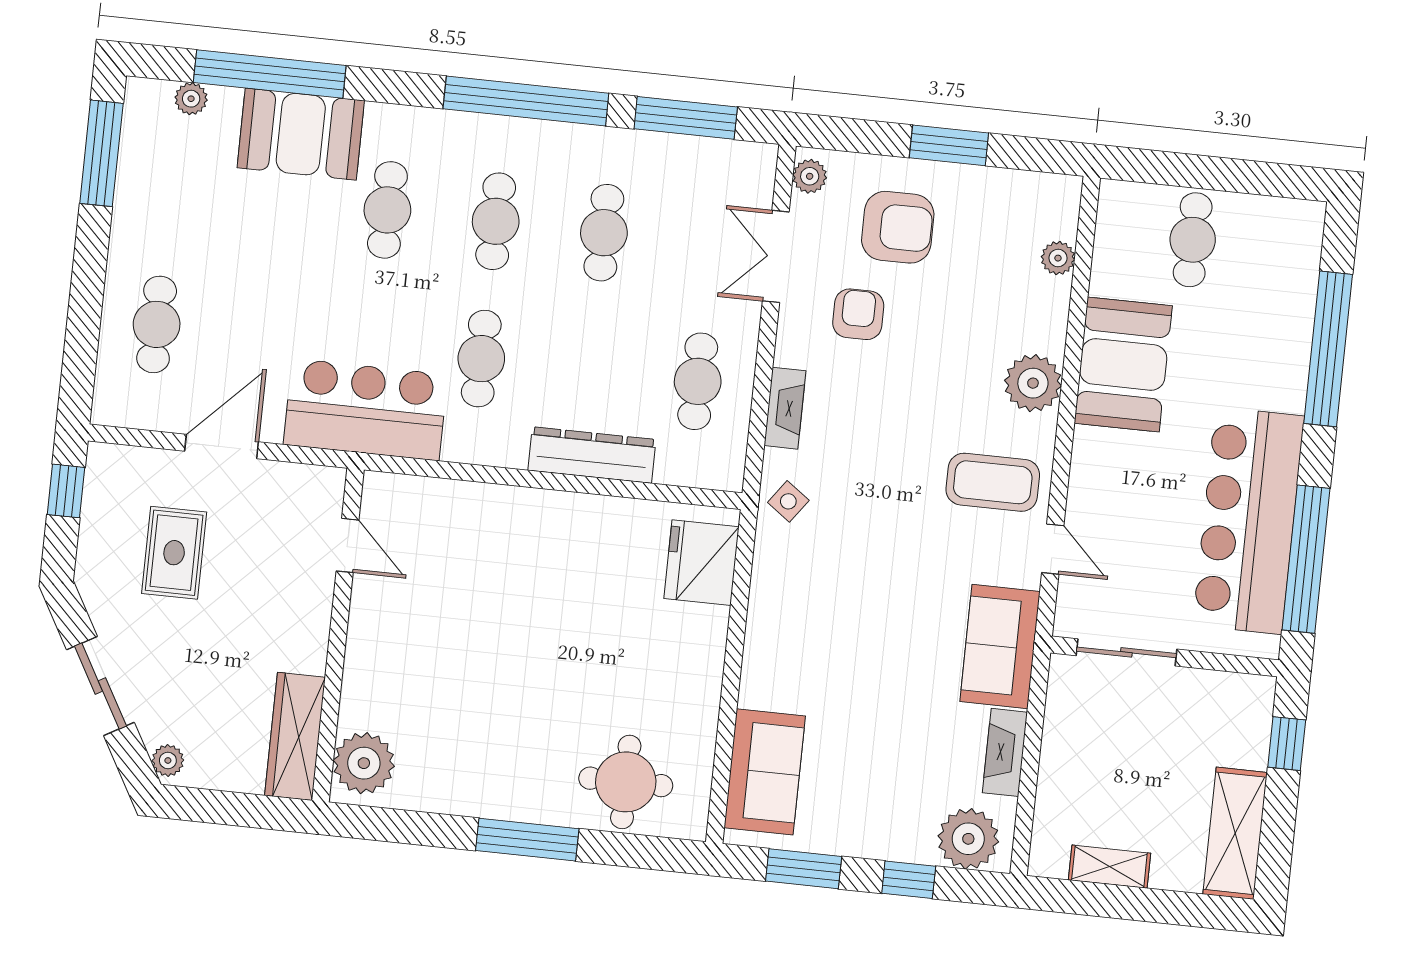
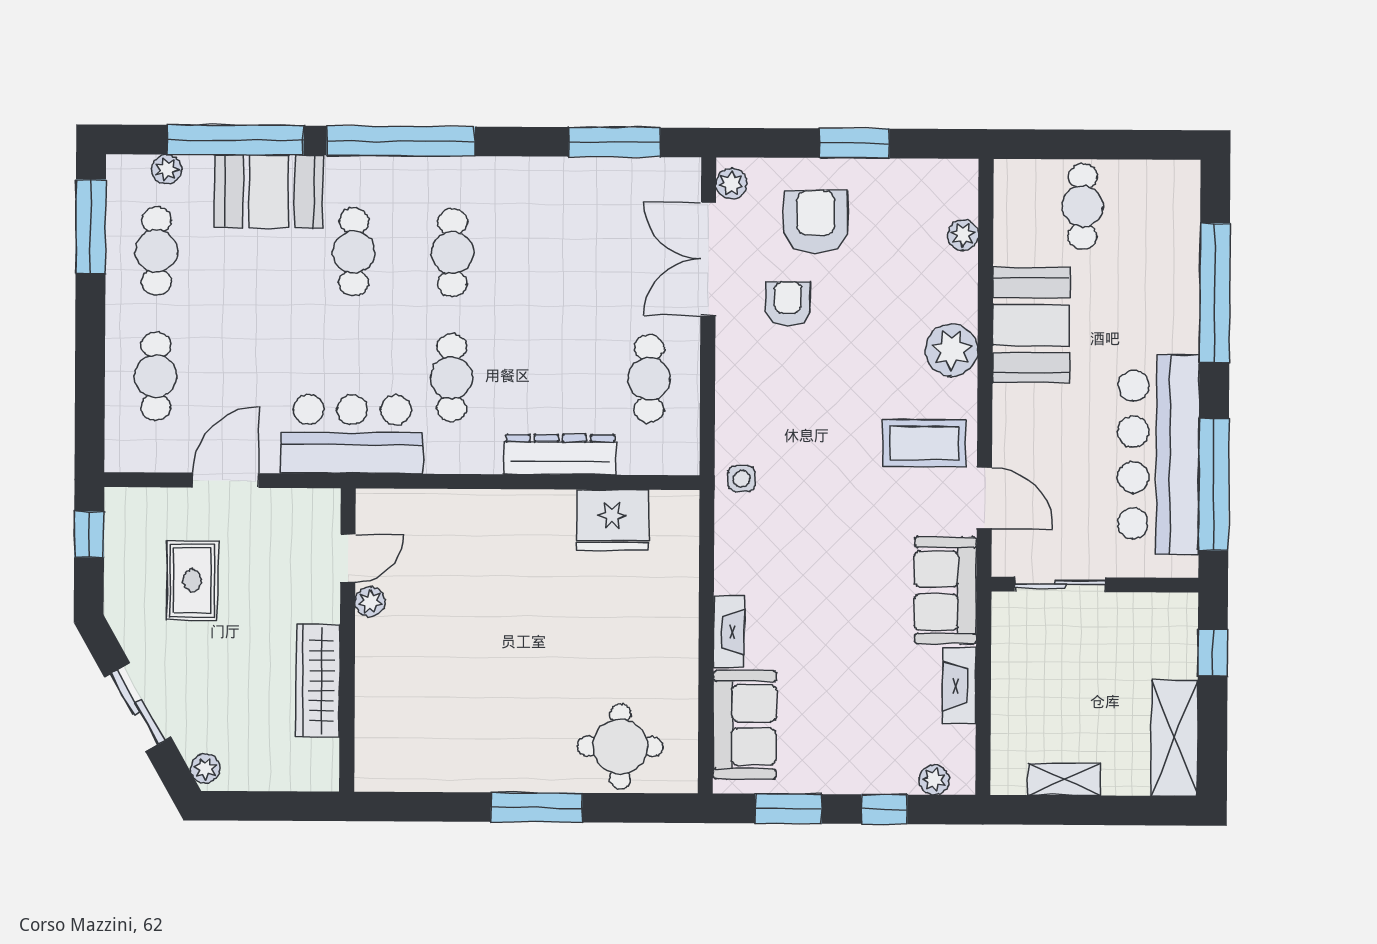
window: (526, 101) -> (401, 141), moved
armchair: (898, 227) -> (816, 222), turned -90
cafe table: (604, 233) -> (157, 251), moved
double door: (776, 256) -> (708, 259), width x1.37
fireplace: (785, 408) -> (729, 632), moved
side table: (788, 501) -> (742, 479), turned -36
door: (347, 545) -> (348, 558), hinge flipped
door: (1053, 549) -> (984, 498), width x1.38
fridge: (702, 563) -> (612, 520), moved, turned -90
wardrobe: (295, 736) -> (318, 681), moved
plant: (364, 763) -> (370, 602), moved, width x0.53, depth x0.53
plant: (968, 839) -> (934, 780), width x0.53, depth x0.53

